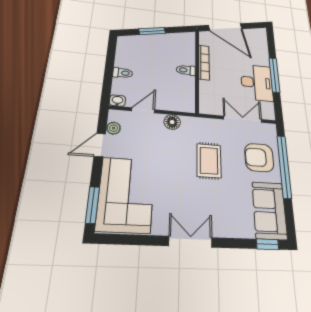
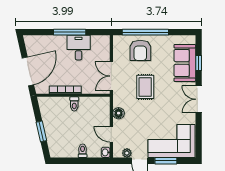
desk: (257, 83) -> (79, 48), width x0.73
double door: (243, 119) -> (111, 76), moved
rug: (209, 161) -> (145, 87), turned 90
window: (92, 205) -> (166, 161), moved
sofa: (269, 210) -> (185, 63), moved, turned 90
window: (267, 244) -> (199, 63), moved

